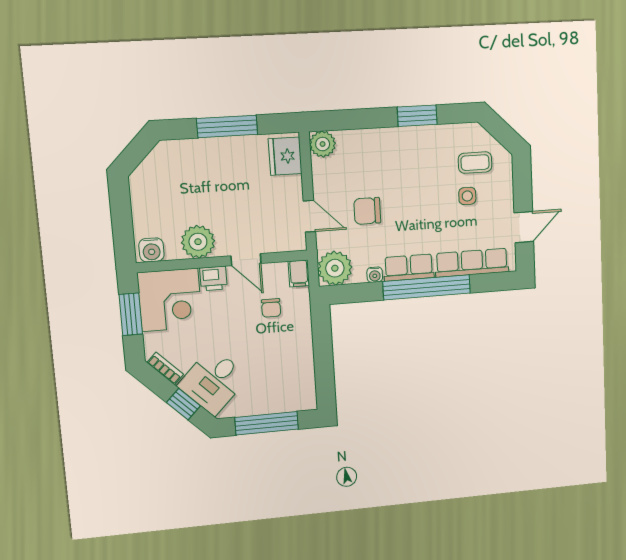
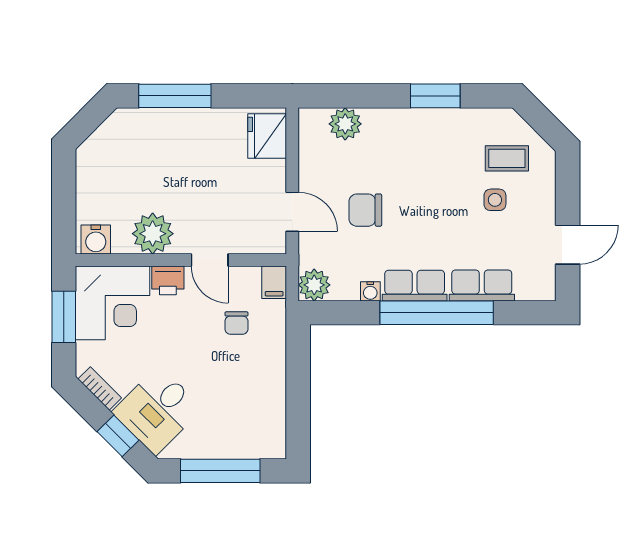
window: (227, 126) -> (175, 96), moved
plant: (323, 144) -> (345, 124), moved
row of seats: (472, 263) -> (482, 285), width x0.68
plant: (335, 268) -> (314, 285), width x0.73, depth x0.73

